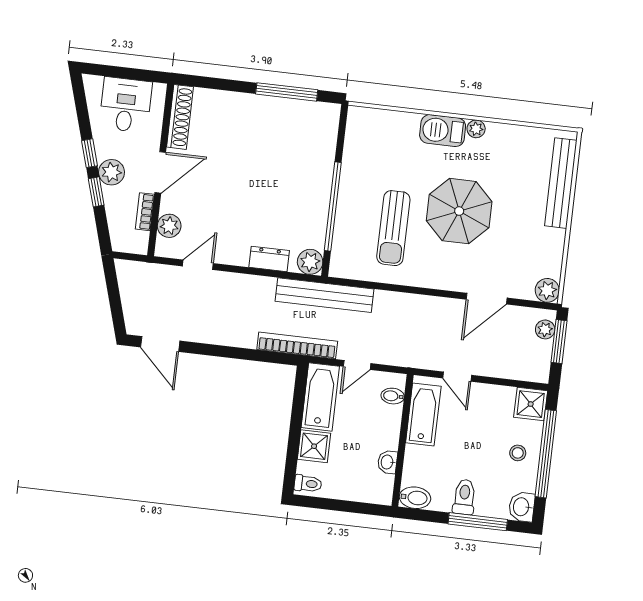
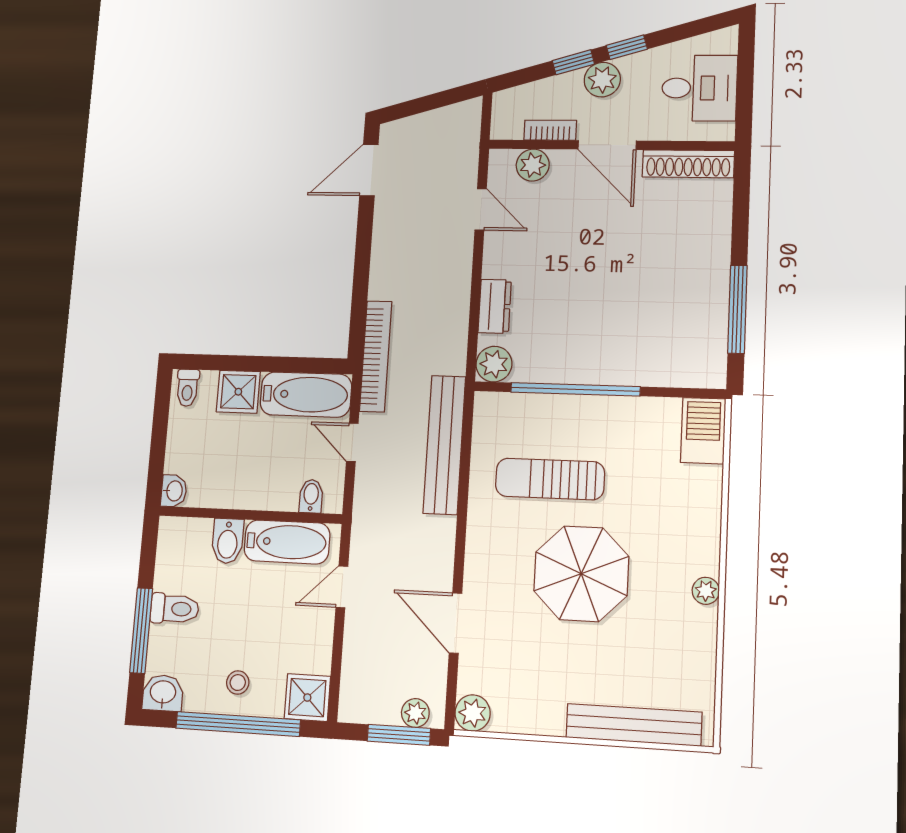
barbecue: (443, 131) -> (703, 431), moved
bench: (325, 295) -> (444, 445), moved
washbasin: (387, 462) -> (174, 491), moved, turned 90
bidet: (415, 498) -> (228, 541), moved

